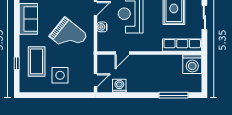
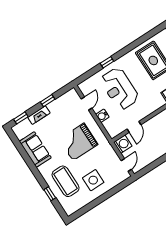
grand piano: (68, 36) -> (78, 142), turned 141
washing machine: (119, 86) -> (123, 144), moved, turned 90

